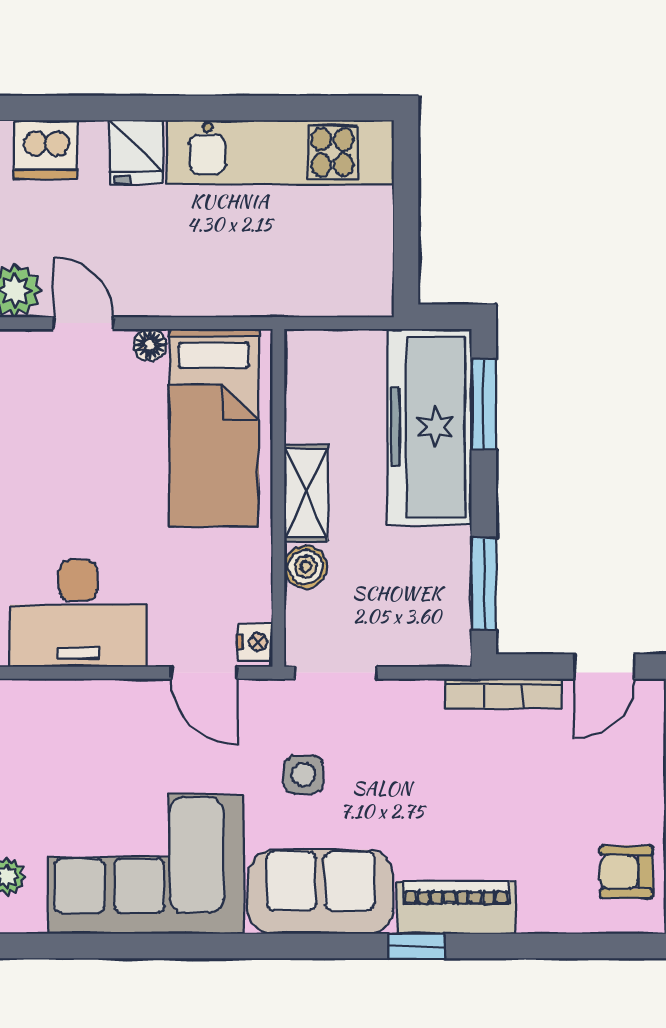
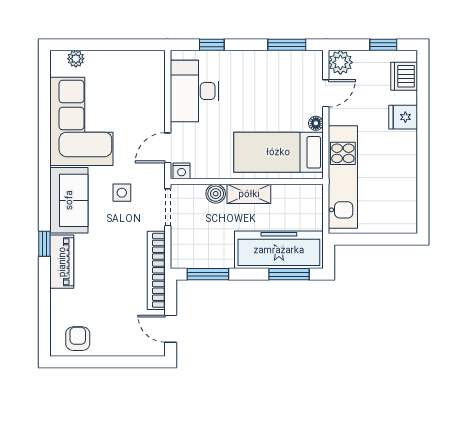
kitchen unit: (280, 152) -> (343, 177), moved, turned 180
bookcase: (503, 694) -> (156, 270), width x1.48, depth x1.31

